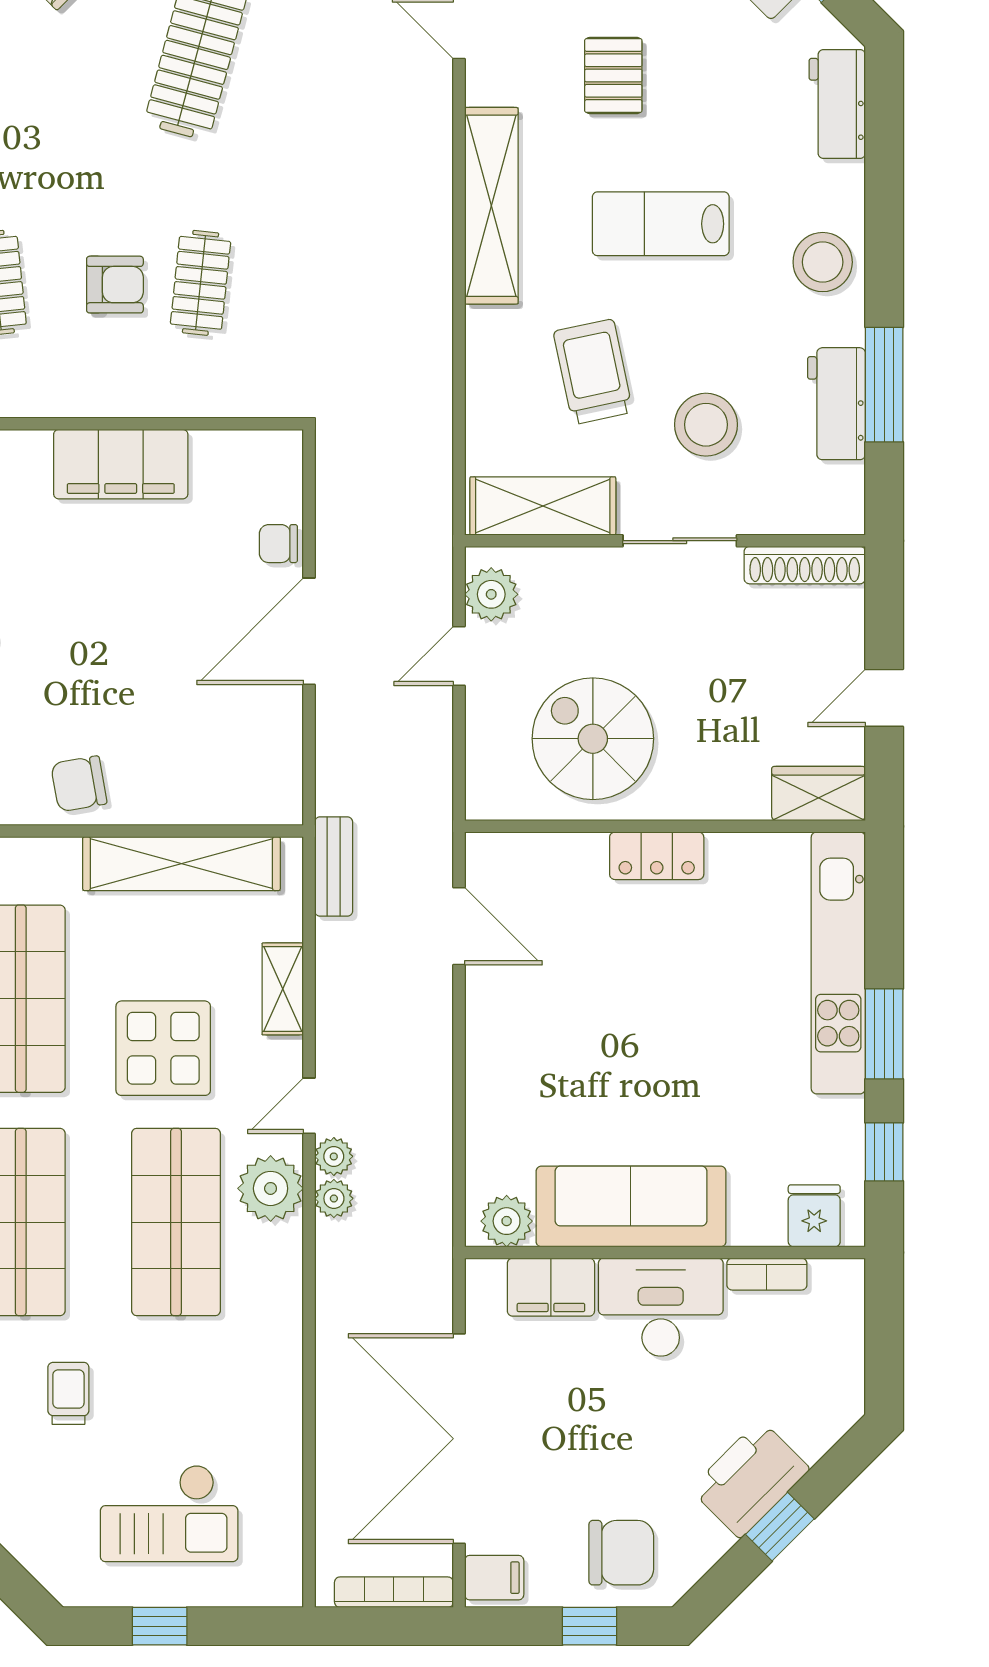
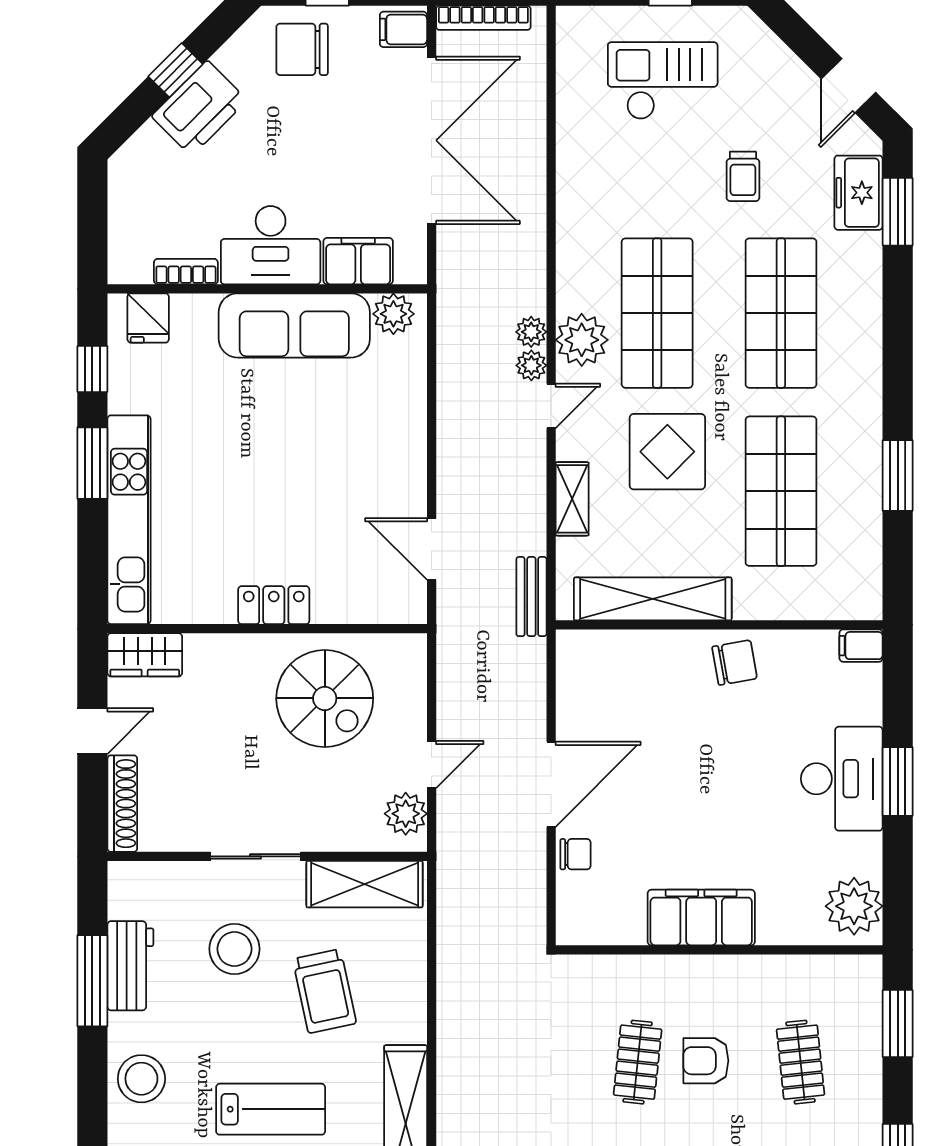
shoe rack: (805, 565) -> (122, 804), moved, turned 90

